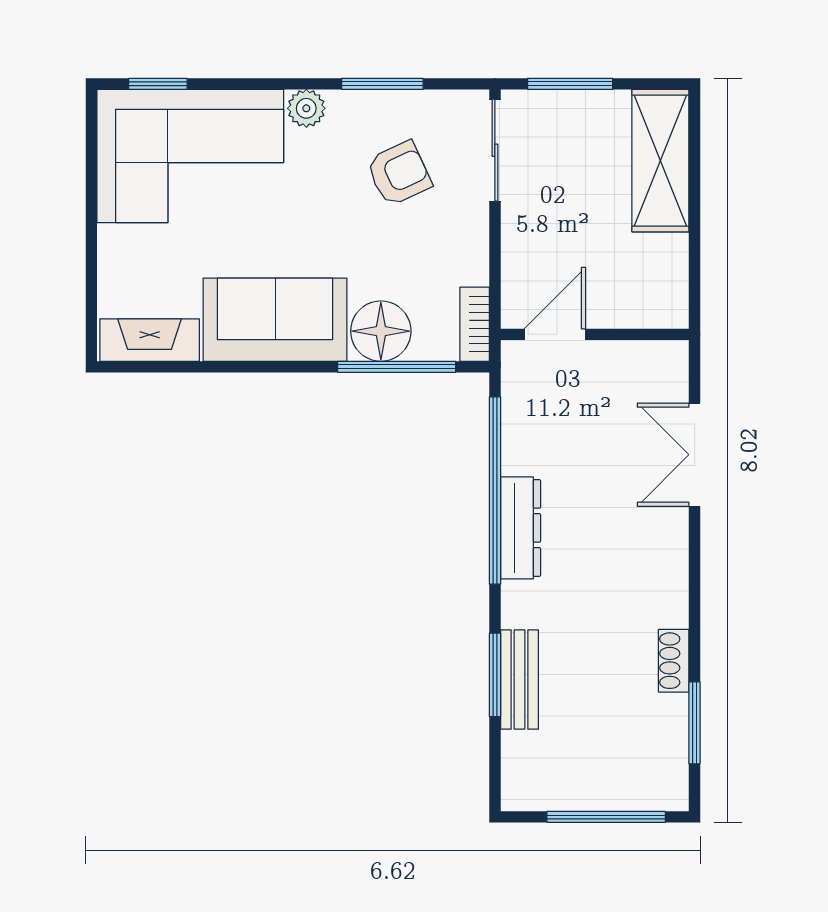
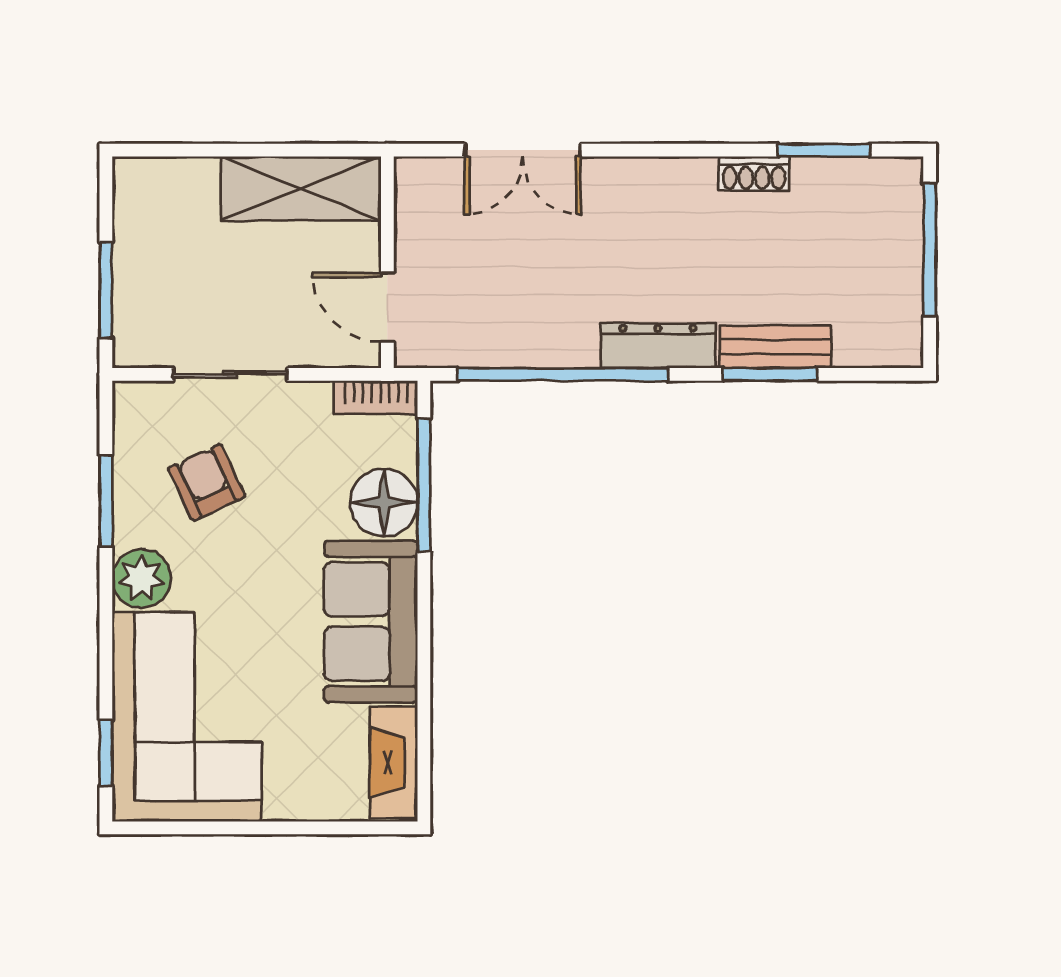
plant: (306, 108) -> (141, 578), width x1.38, depth x1.38
sliding door: (495, 150) -> (230, 374), moved
shelving: (660, 161) -> (301, 188), moved
dresser: (521, 528) -> (658, 346), moved

